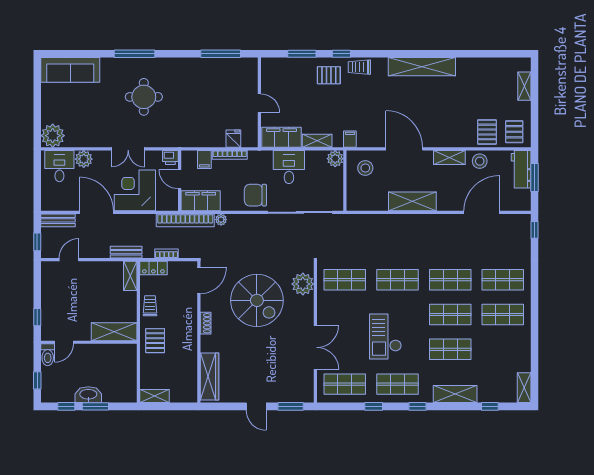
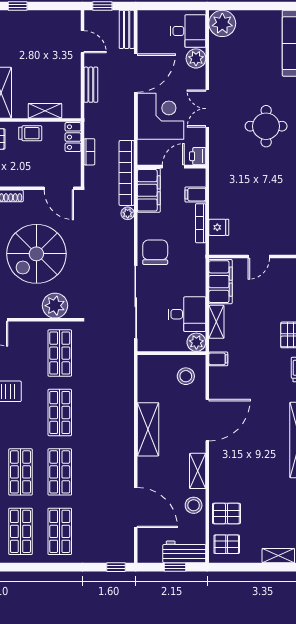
desk: (289, 167) -> (187, 314), moved
window: (534, 178) -> (175, 567), width x0.67
bench: (126, 252) -> (91, 85), moved
shelving: (130, 276) -> (45, 111), moved

